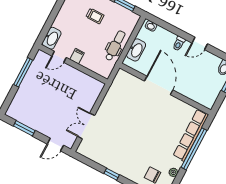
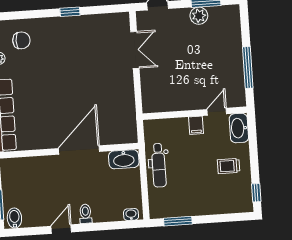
trolley: (95, 16) -> (229, 166), moved
washbasin: (136, 50) -> (124, 159), moved, turned -90
door: (159, 85) -> (79, 150), swing flipped
plant: (34, 123) -> (199, 16), added

